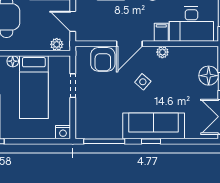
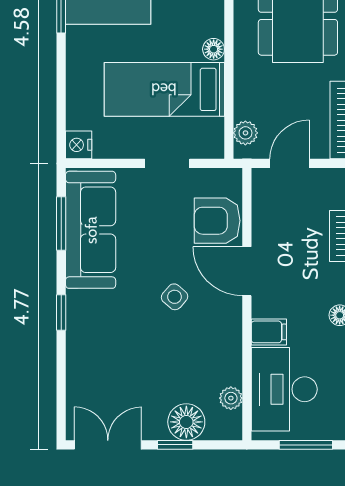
plant: (162, 52) -> (231, 398), moved
sofa: (154, 126) -> (91, 230), moved
window: (104, 141) -> (61, 223), width x0.69

